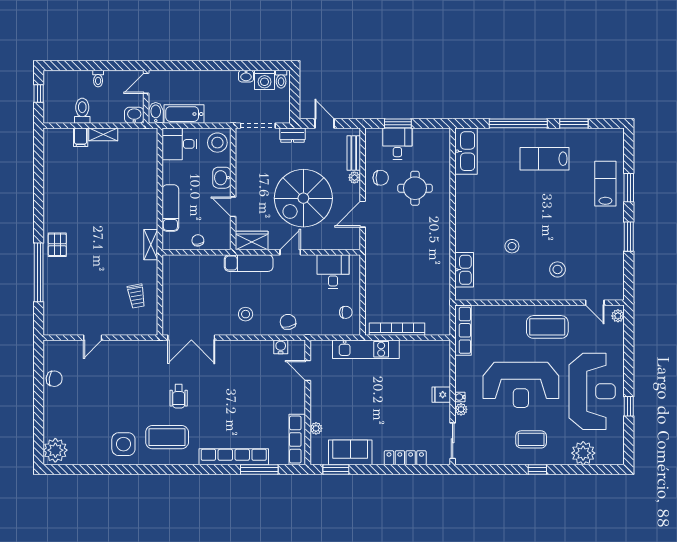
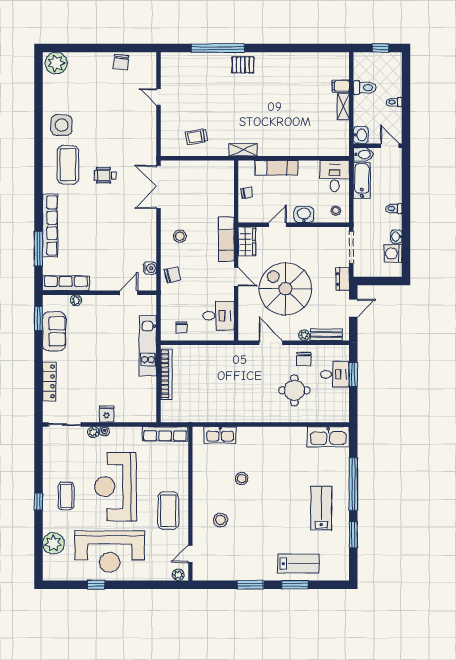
toilet: (281, 79) -> (394, 209), moved
stool: (217, 143) -> (336, 211), width x0.53, depth x0.53

